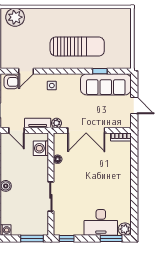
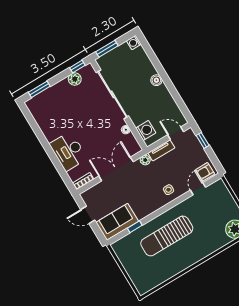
sofa: (106, 84) -> (117, 222), width x0.73
sliding door: (51, 196) -> (112, 94), width x1.86
desk: (101, 222) -> (68, 151), moved, turned -90
plant: (125, 229) -> (75, 79), moved

